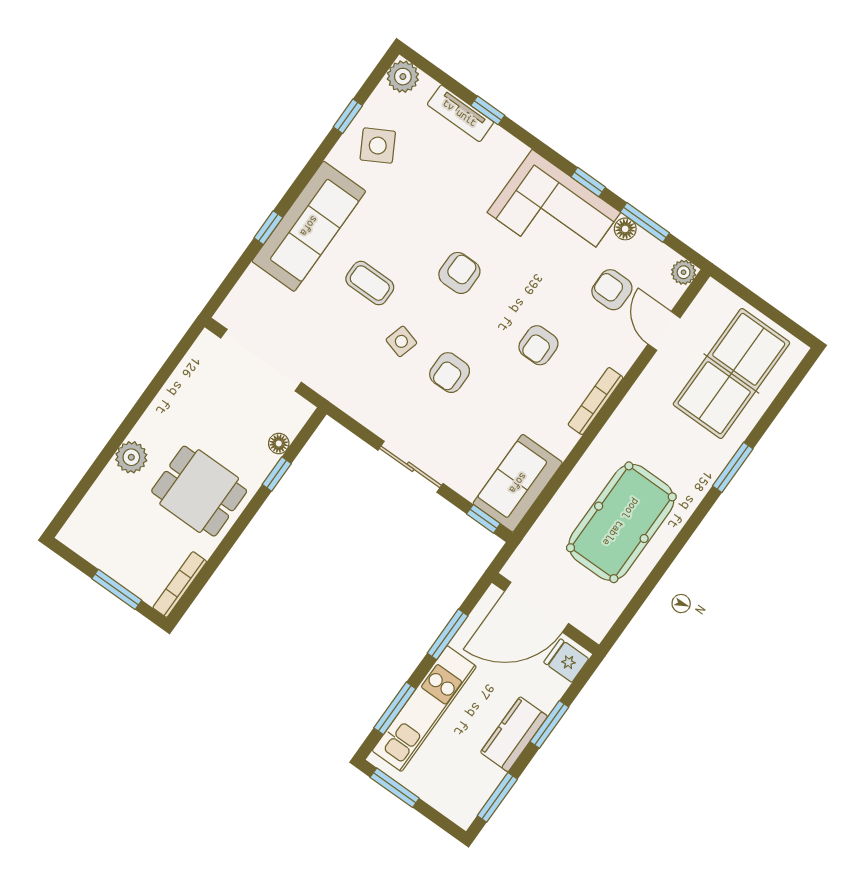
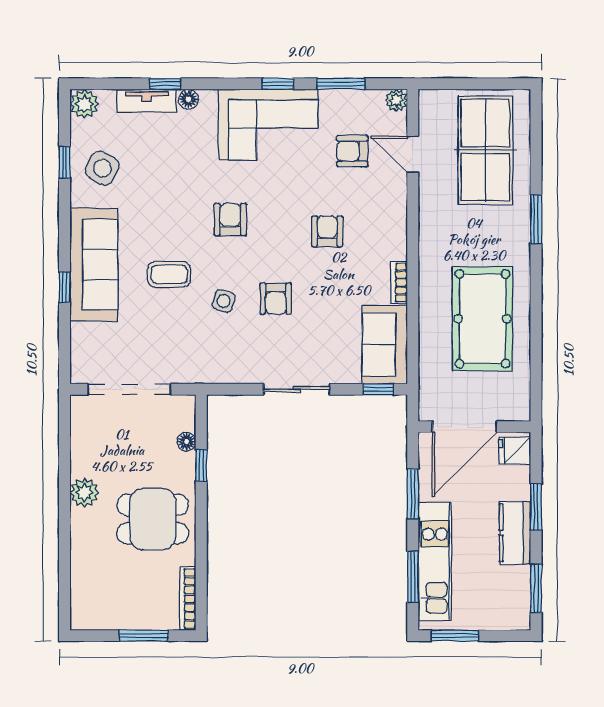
side table: (378, 146) -> (102, 168), turned -32
floor lamp: (625, 229) -> (188, 99), moved
armchair: (538, 345) -> (327, 231), turned 180
bookcase: (596, 401) -> (399, 282), moved, width x0.64
plant: (131, 457) -> (84, 493), moved

